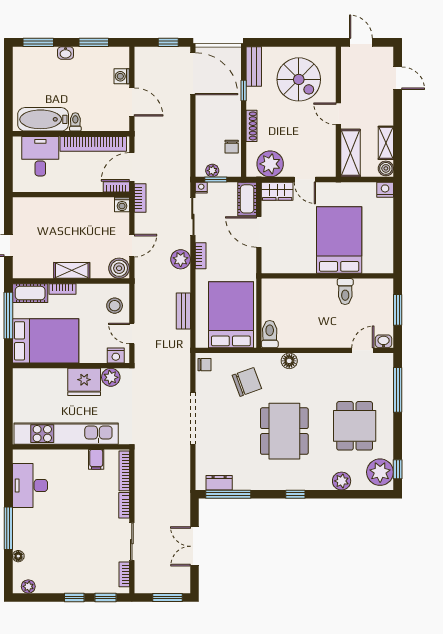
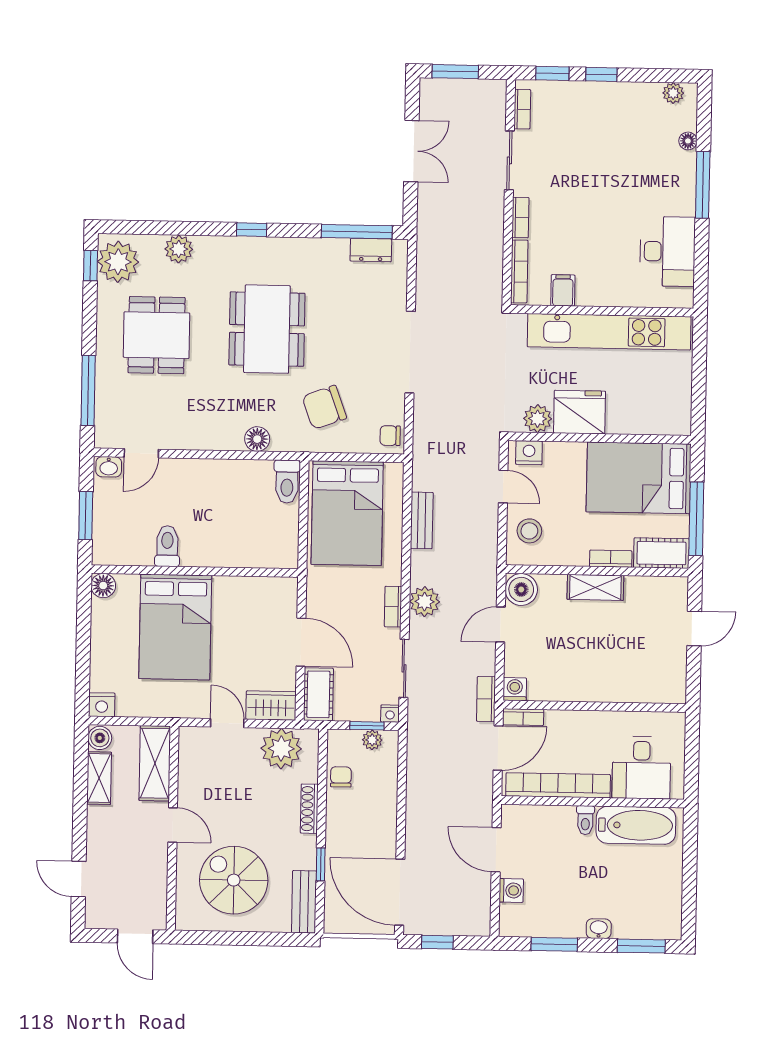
floor lamp: (386, 266) -> (103, 586), added

